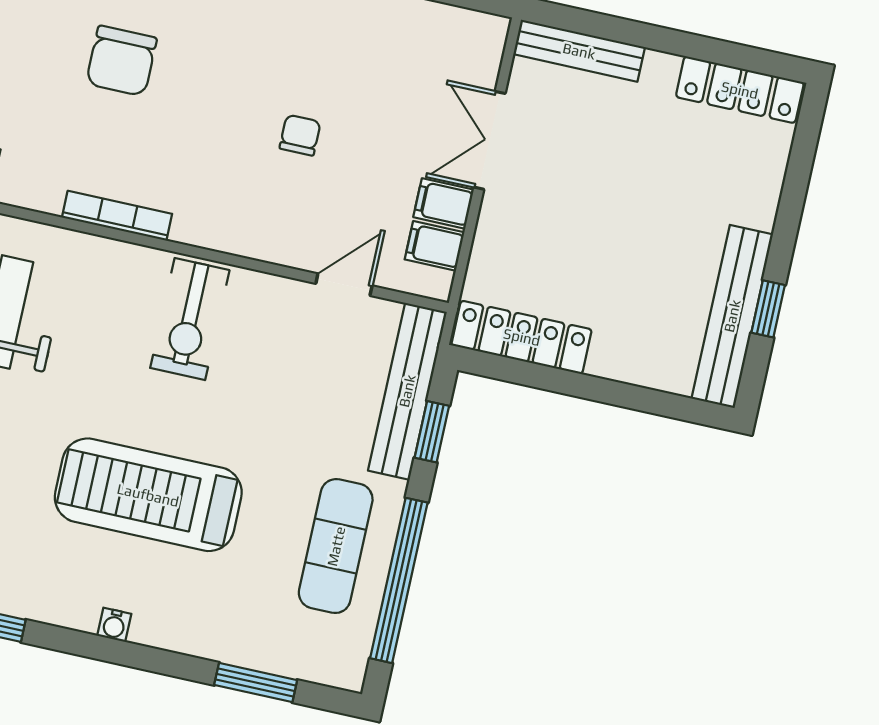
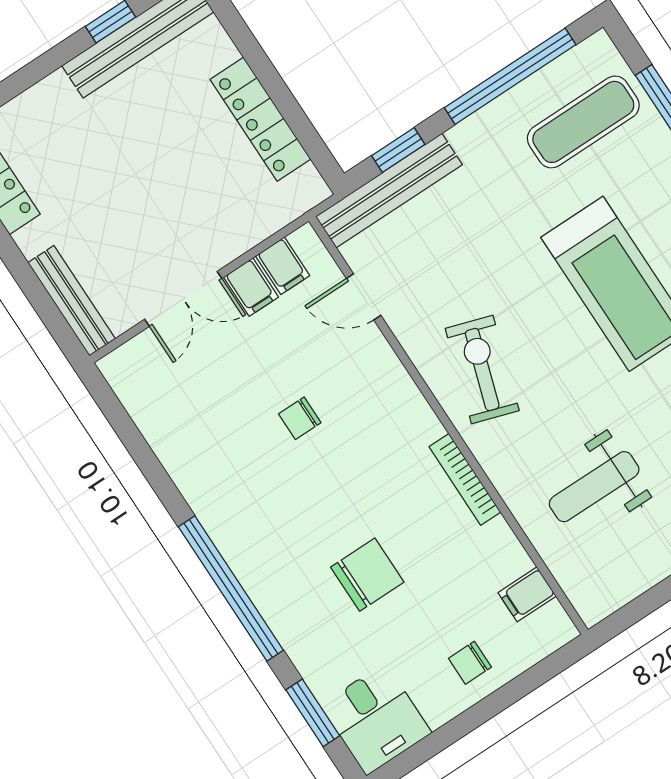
exercise bike: (190, 319) -> (482, 369), turned -72
locker: (522, 337) -> (260, 119), moved
exercise mat: (336, 546) -> (583, 122), moved

